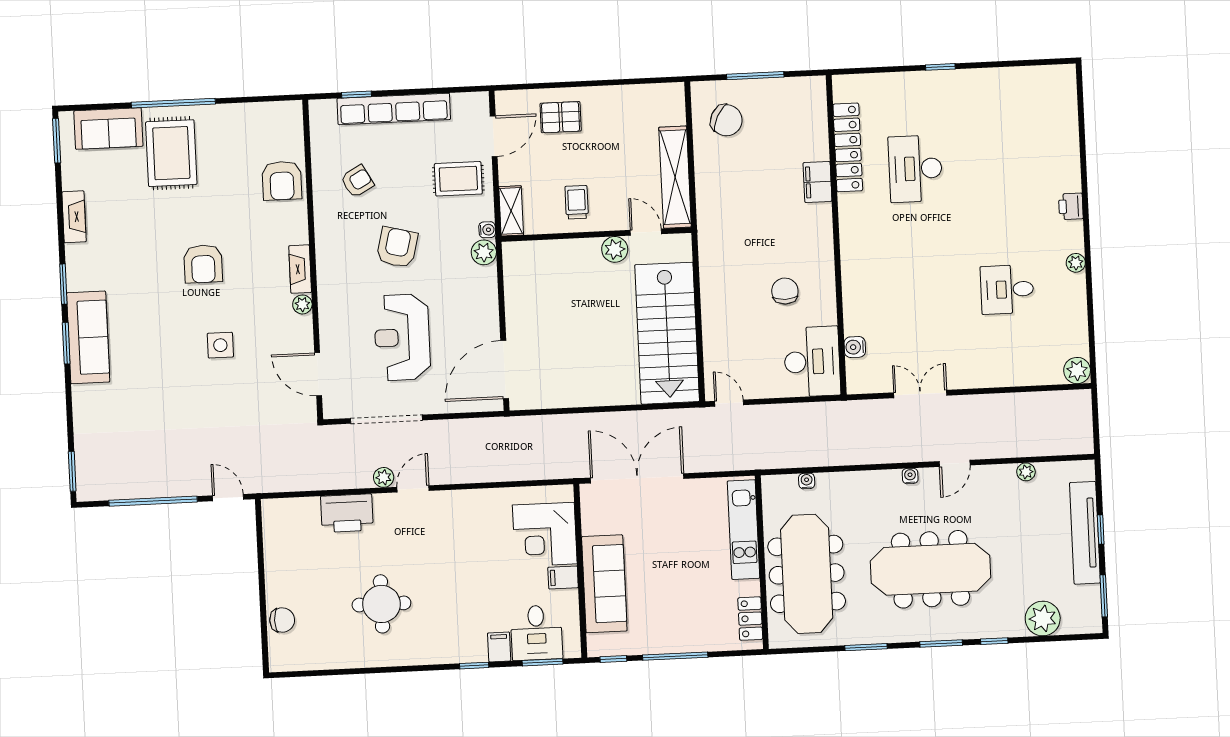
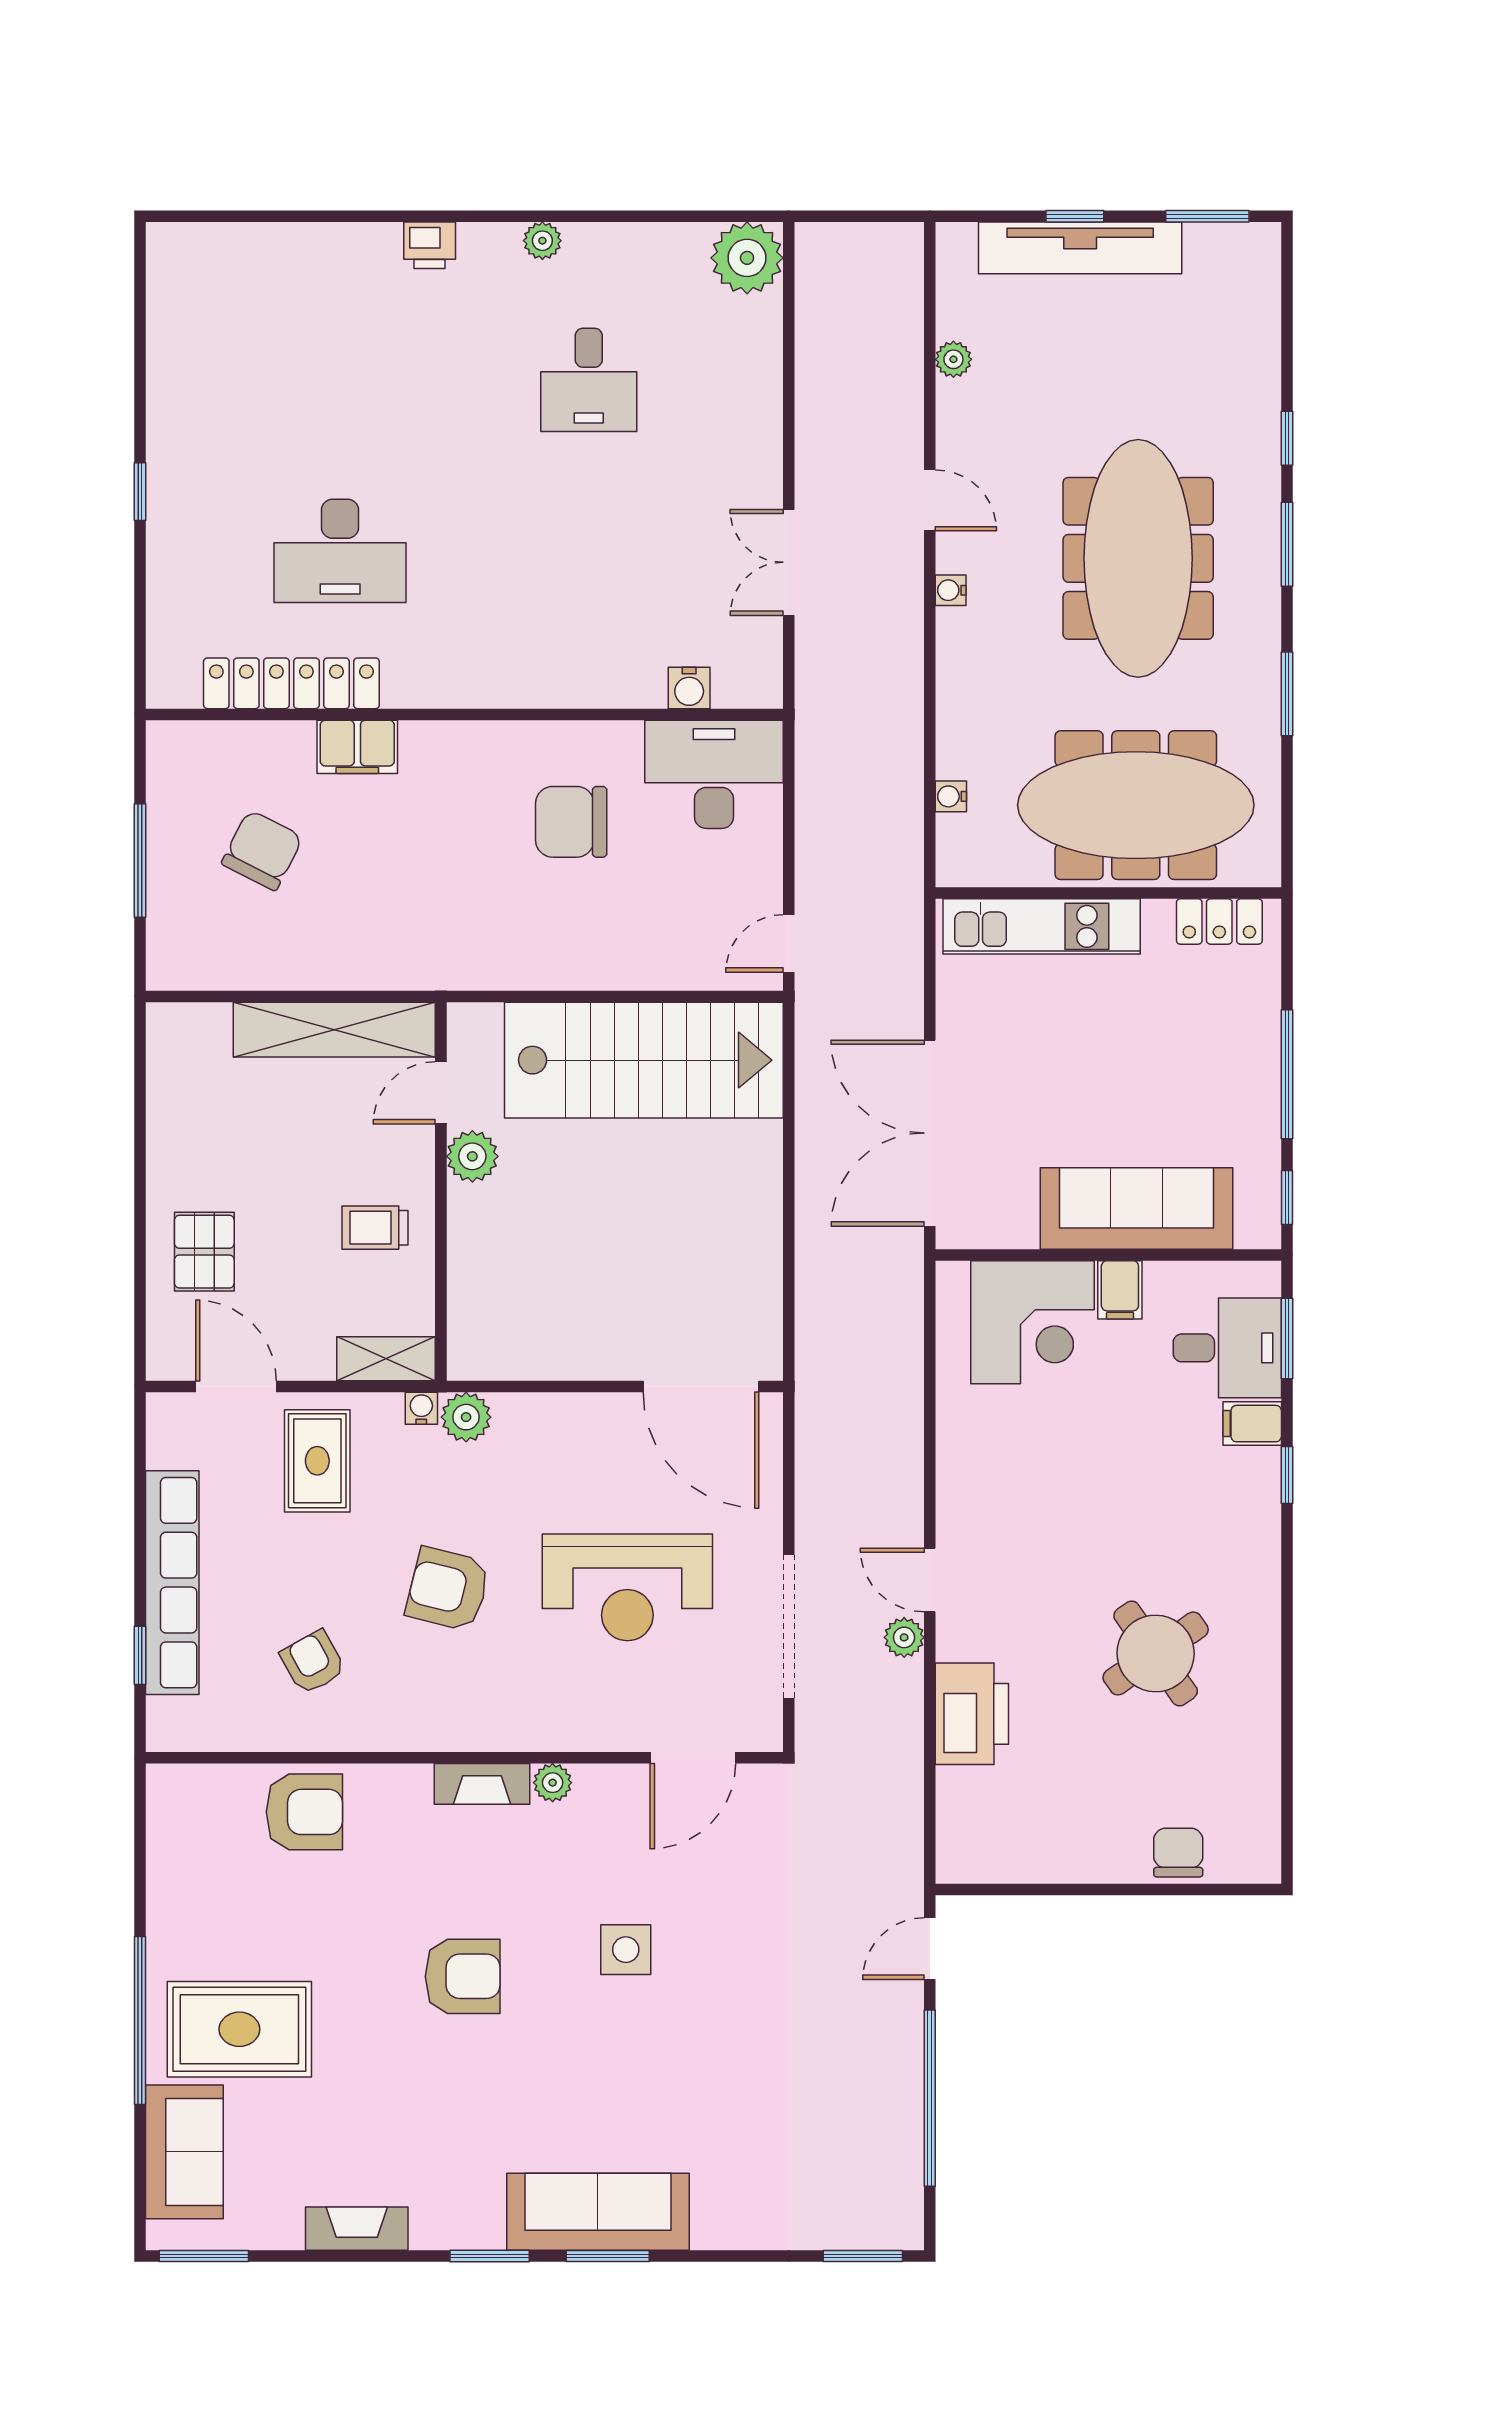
chair: (726, 120) -> (262, 850), moved
chair: (785, 291) -> (571, 822), width x1.37, depth x1.37
plant: (1077, 371) -> (747, 258), width x1.36, depth x1.36
round table: (381, 604) -> (1156, 1653), turned -35
plant: (1043, 619) -> (1247, 340), removed

